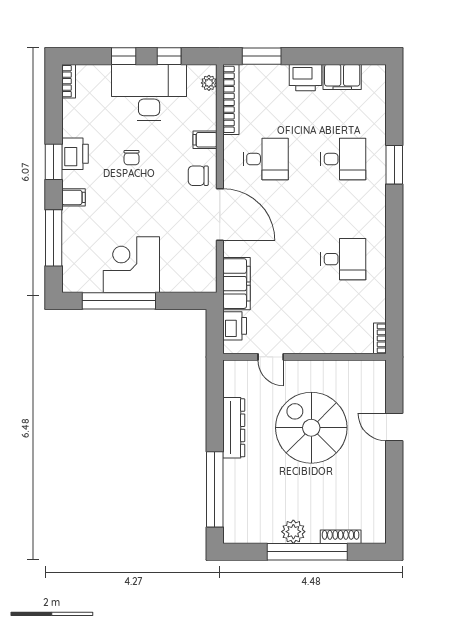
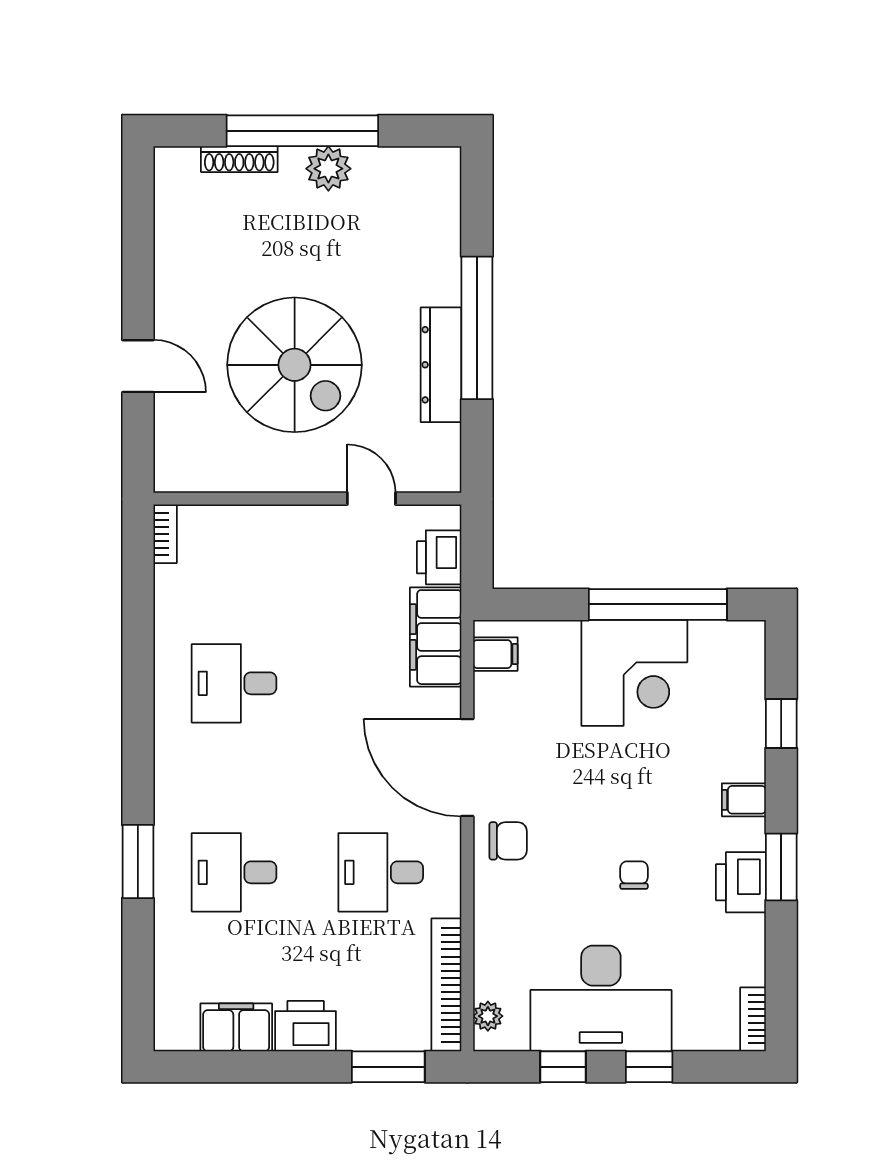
filing cabinet: (205, 140) -> (495, 654), moved
window: (54, 238) -> (781, 724), width x0.46
window: (215, 489) -> (477, 328), moved

